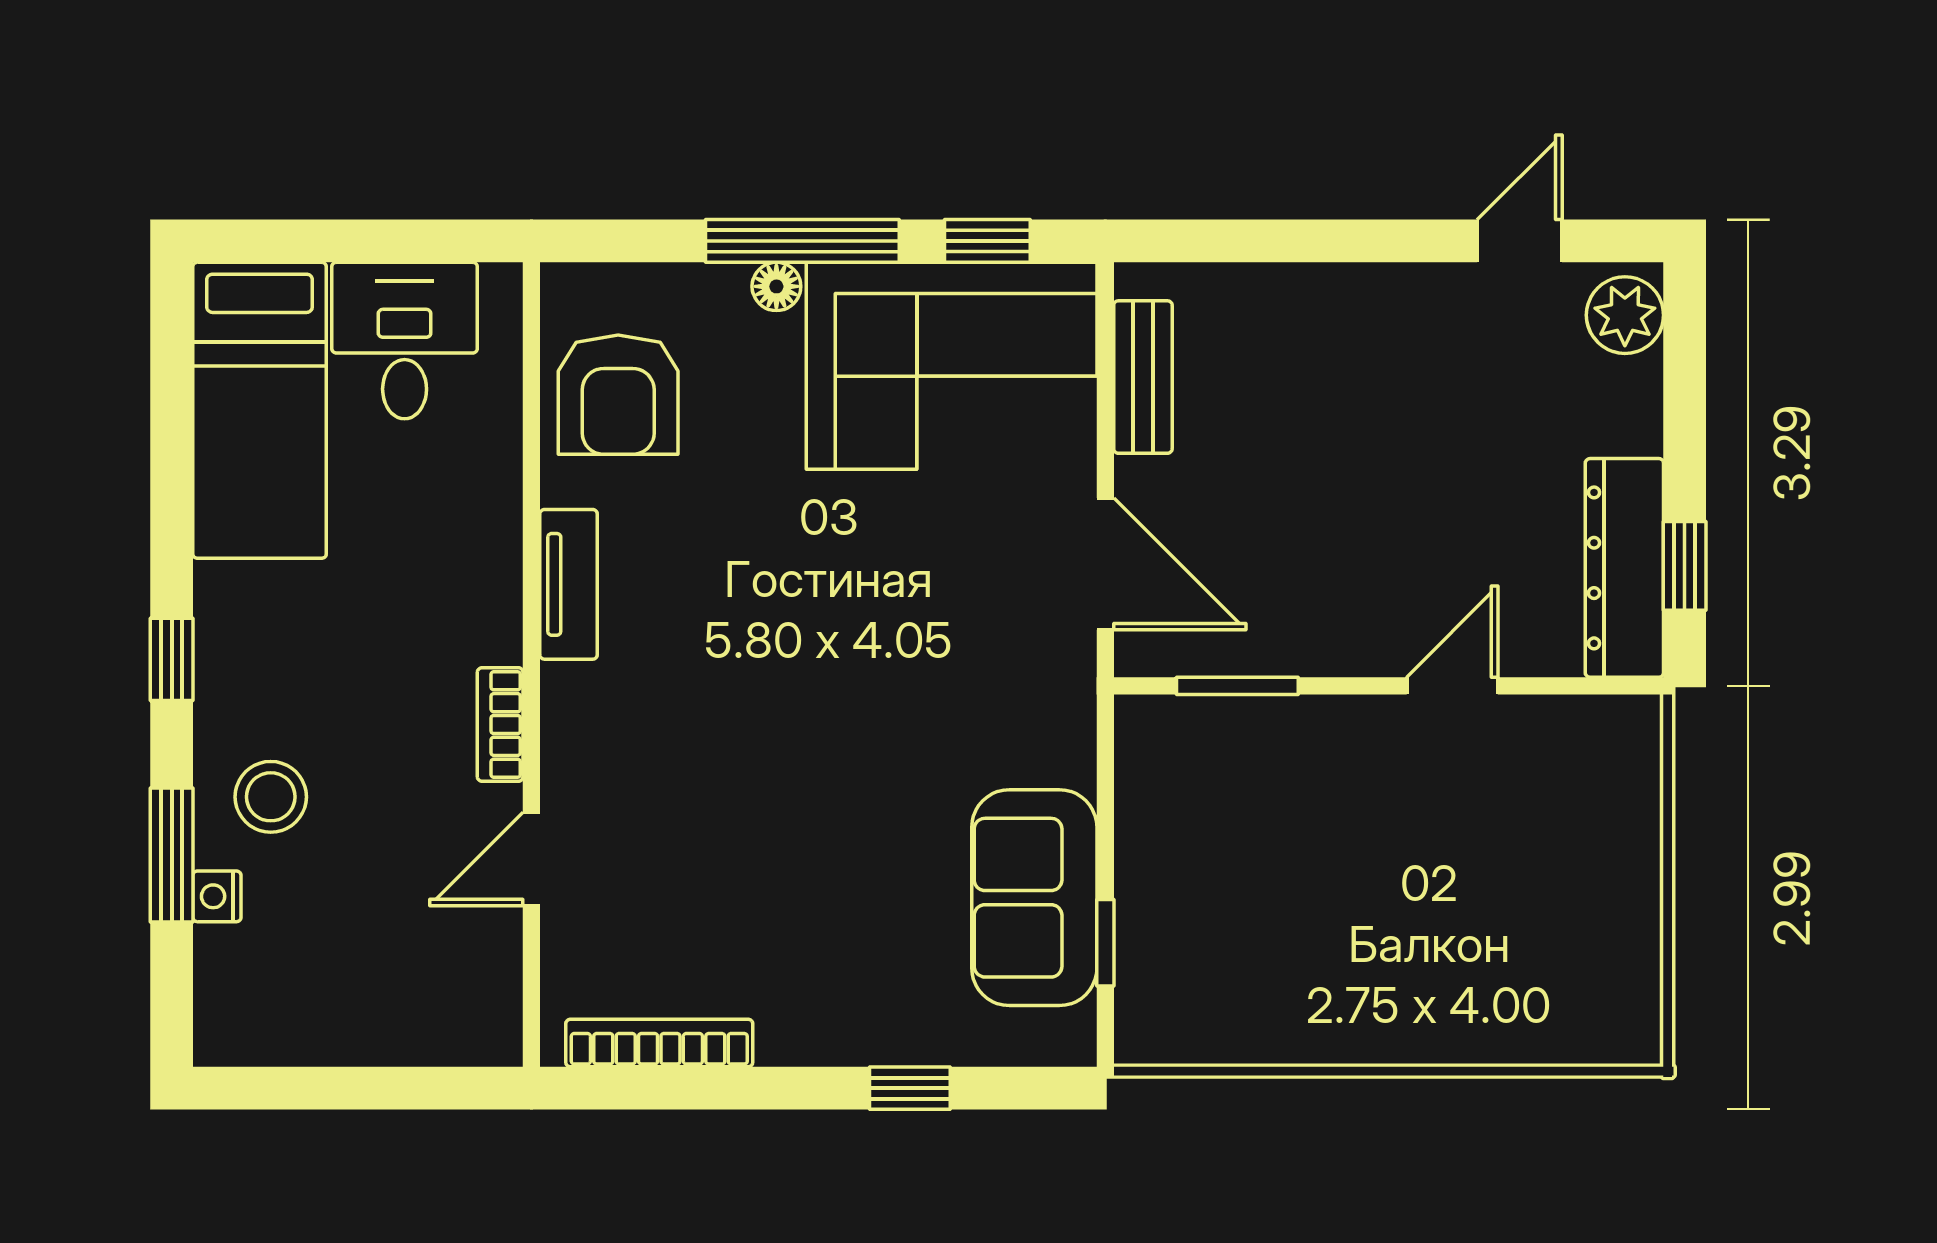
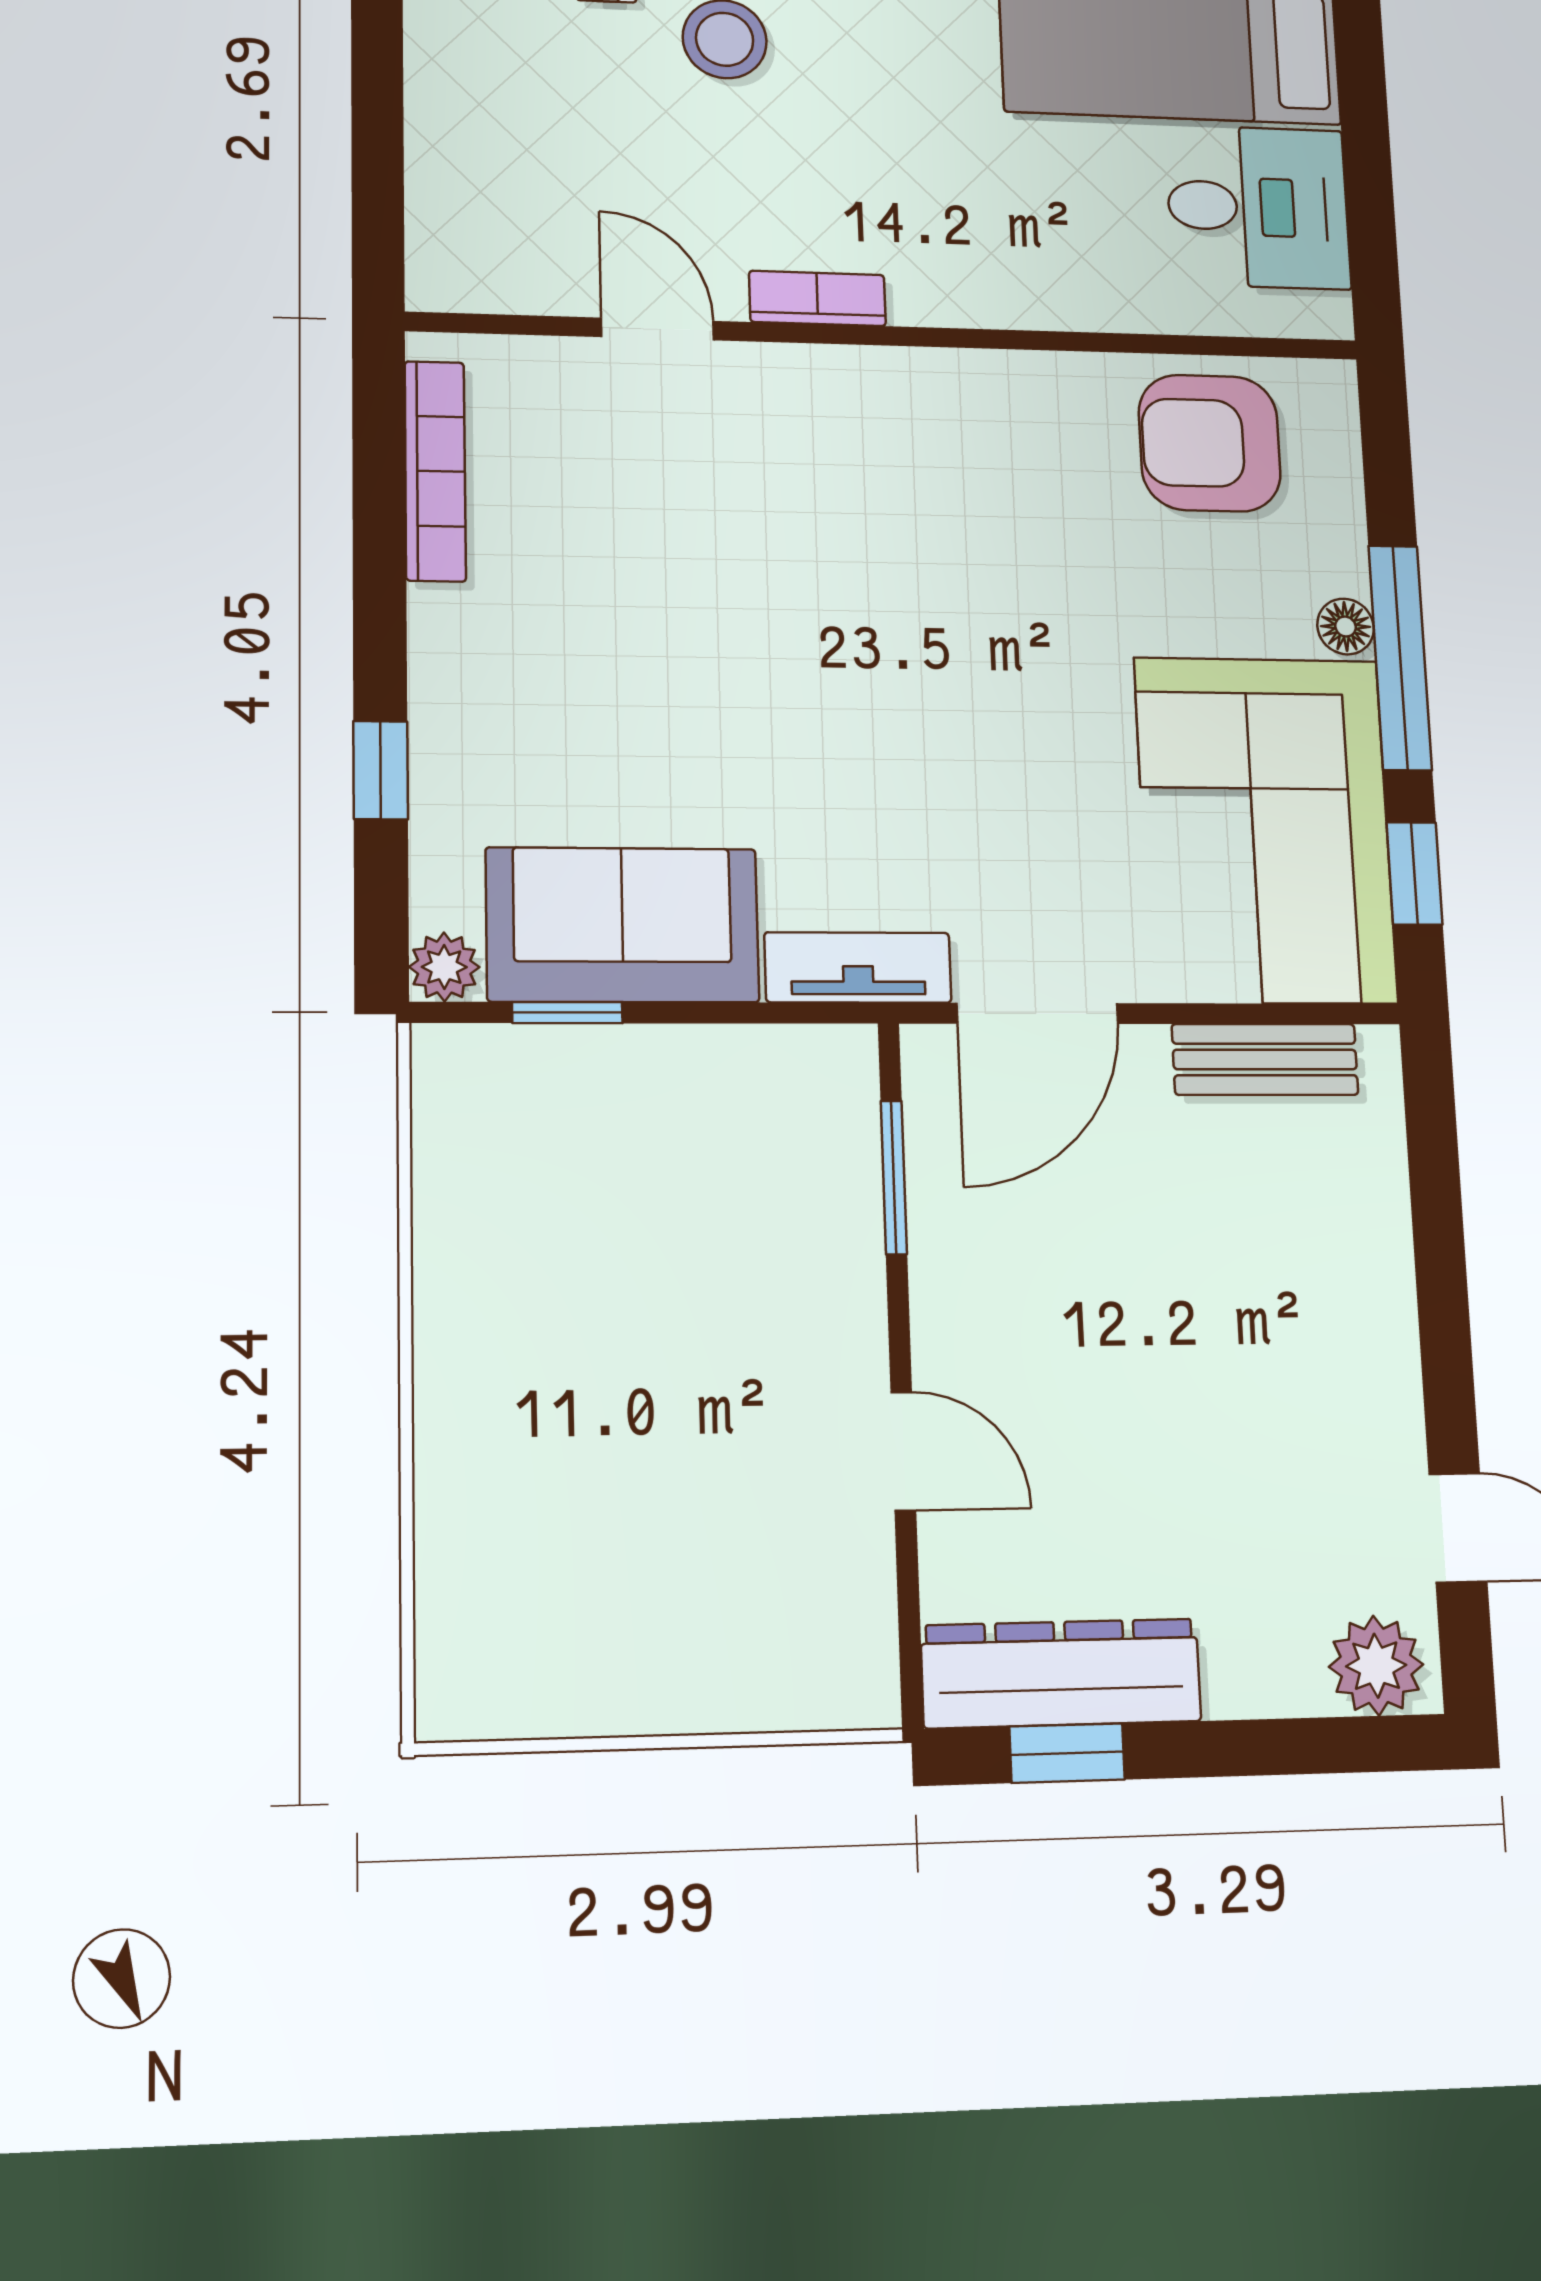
tv unit: (569, 584) -> (858, 967), moved, turned 180
plant: (1069, 1039) -> (444, 967), added

